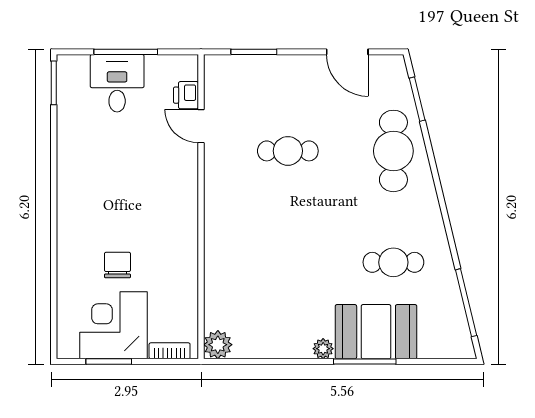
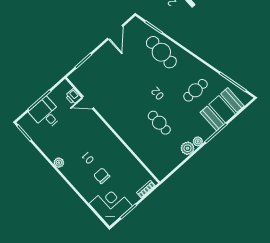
door: (347, 52) -> (115, 32), hinge flipped
cafe table: (288, 151) -> (159, 123), moved, turned 90
plant: (67, 181) -> (59, 163), added
corner desk: (113, 325) -> (111, 205), moved, turned 90
booth: (376, 332) -> (222, 109), moved
plant: (218, 345) -> (187, 148), moved

